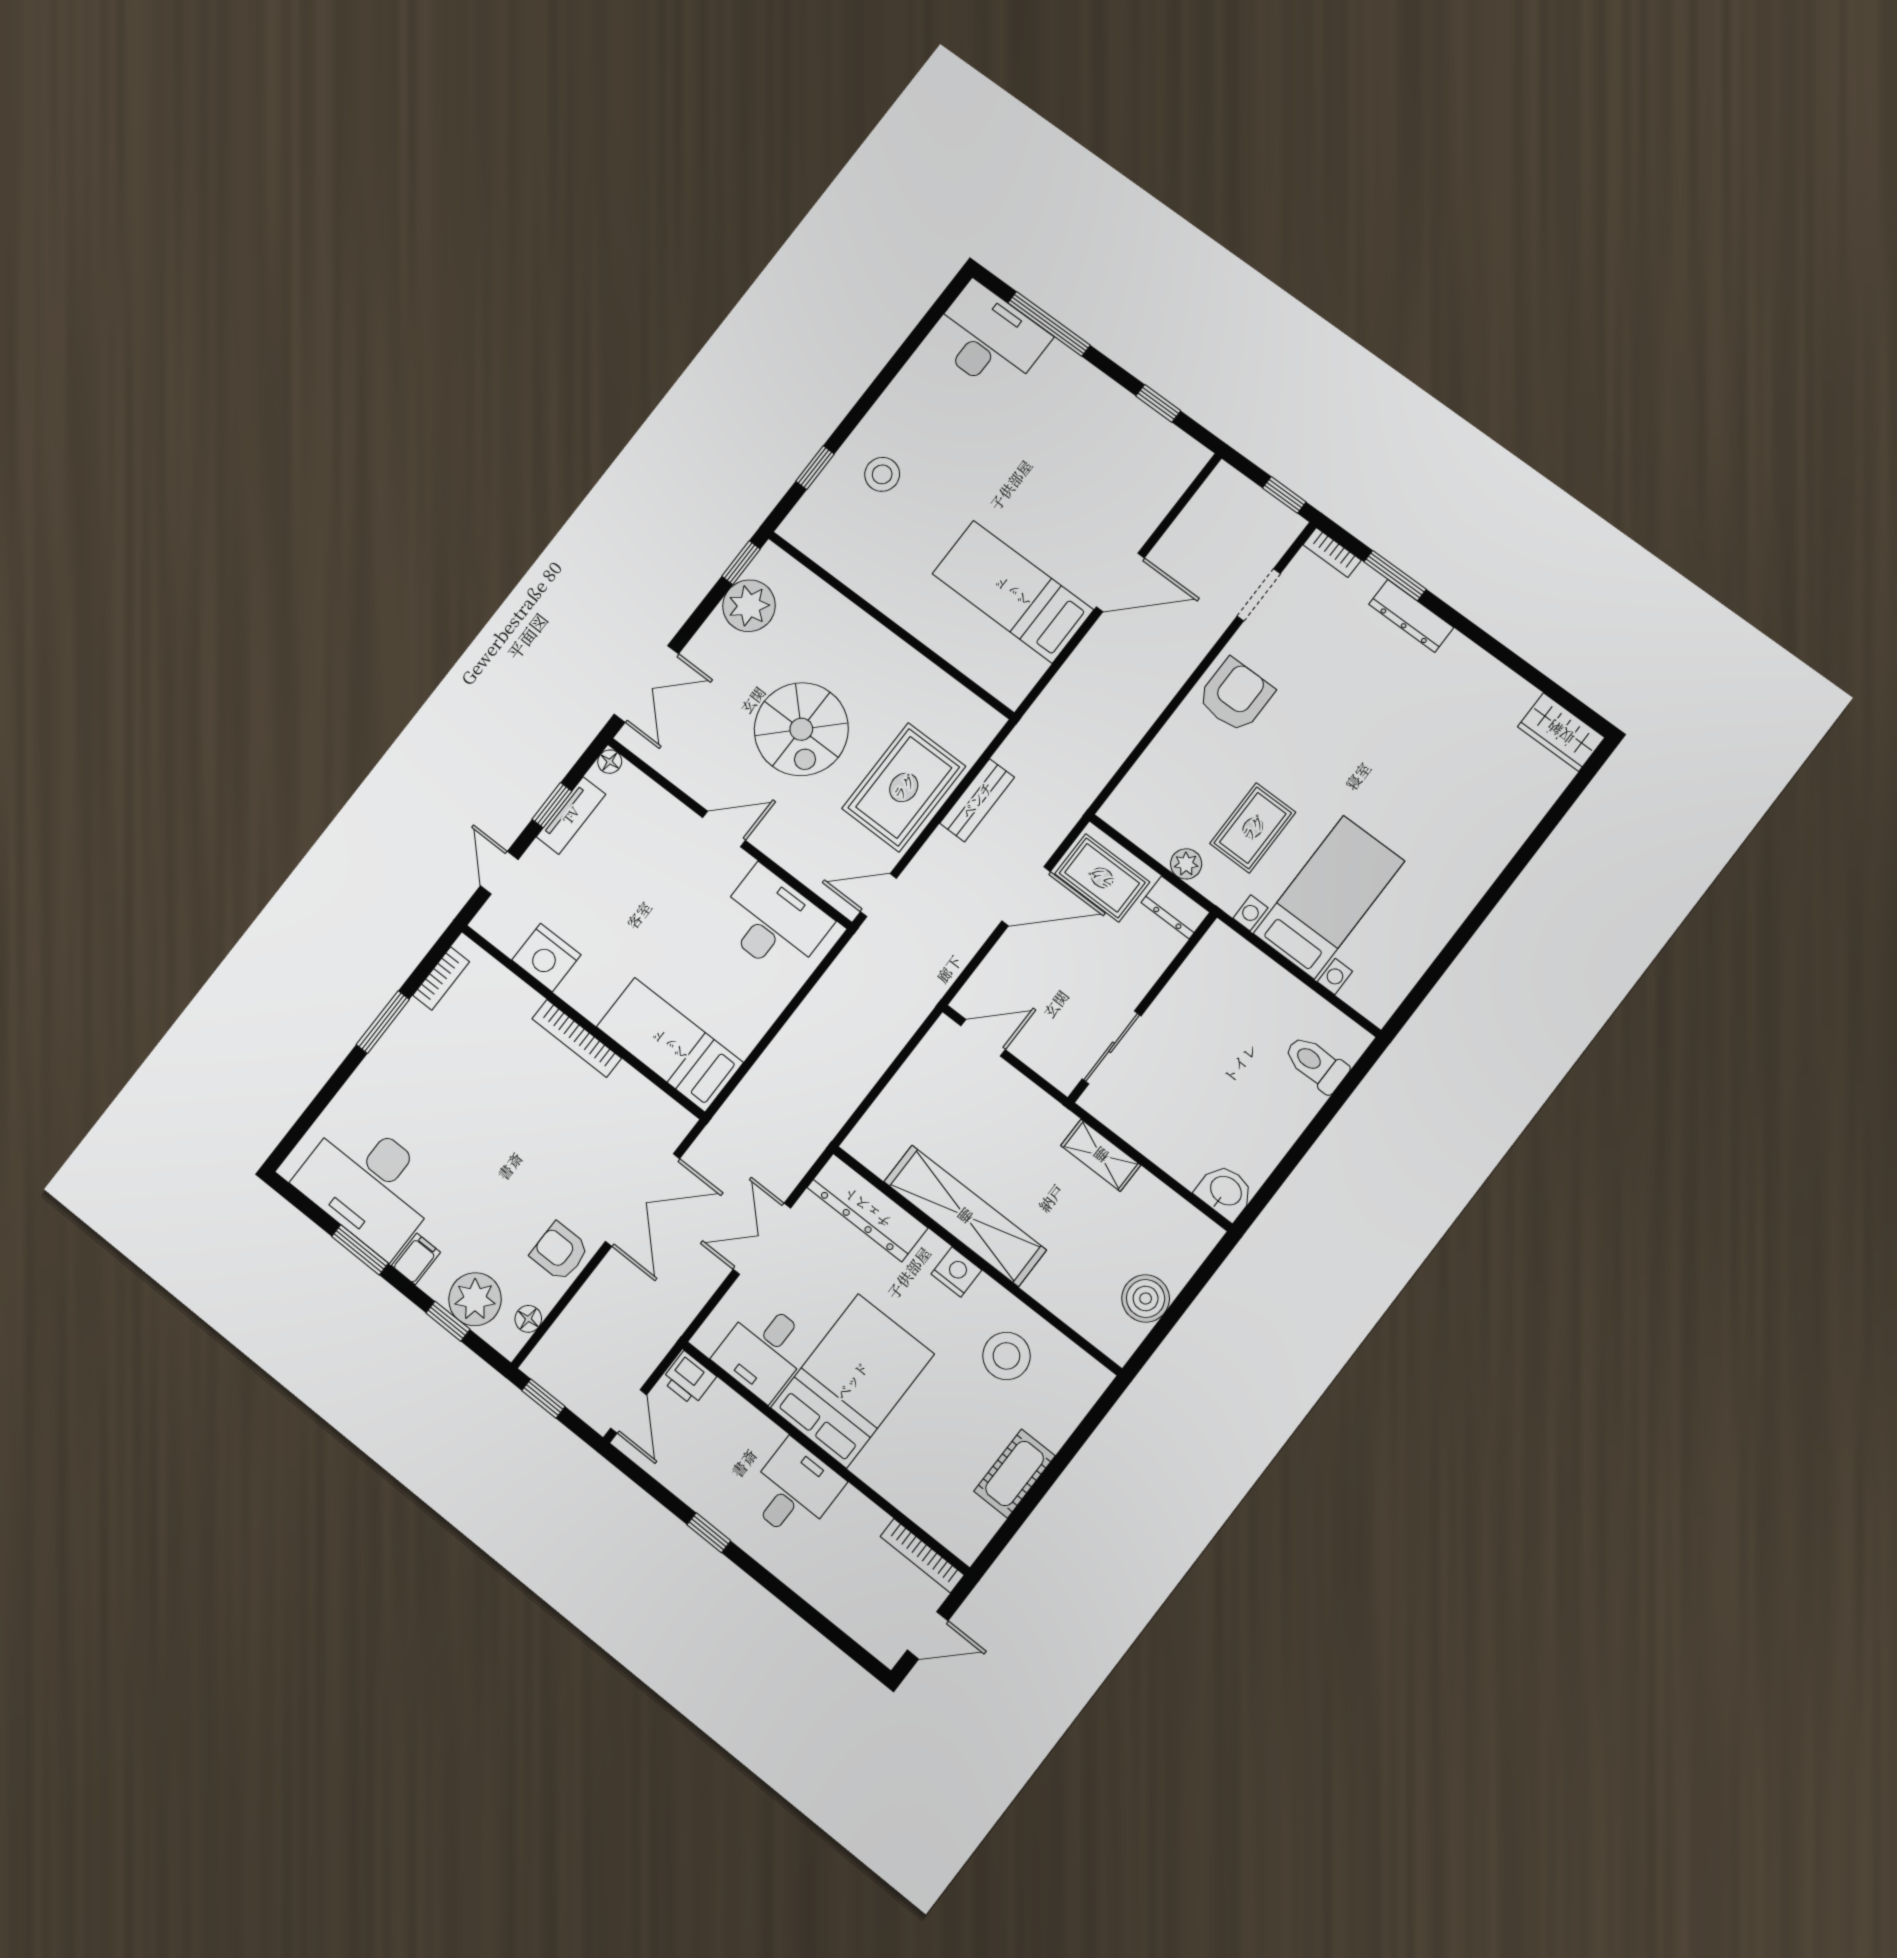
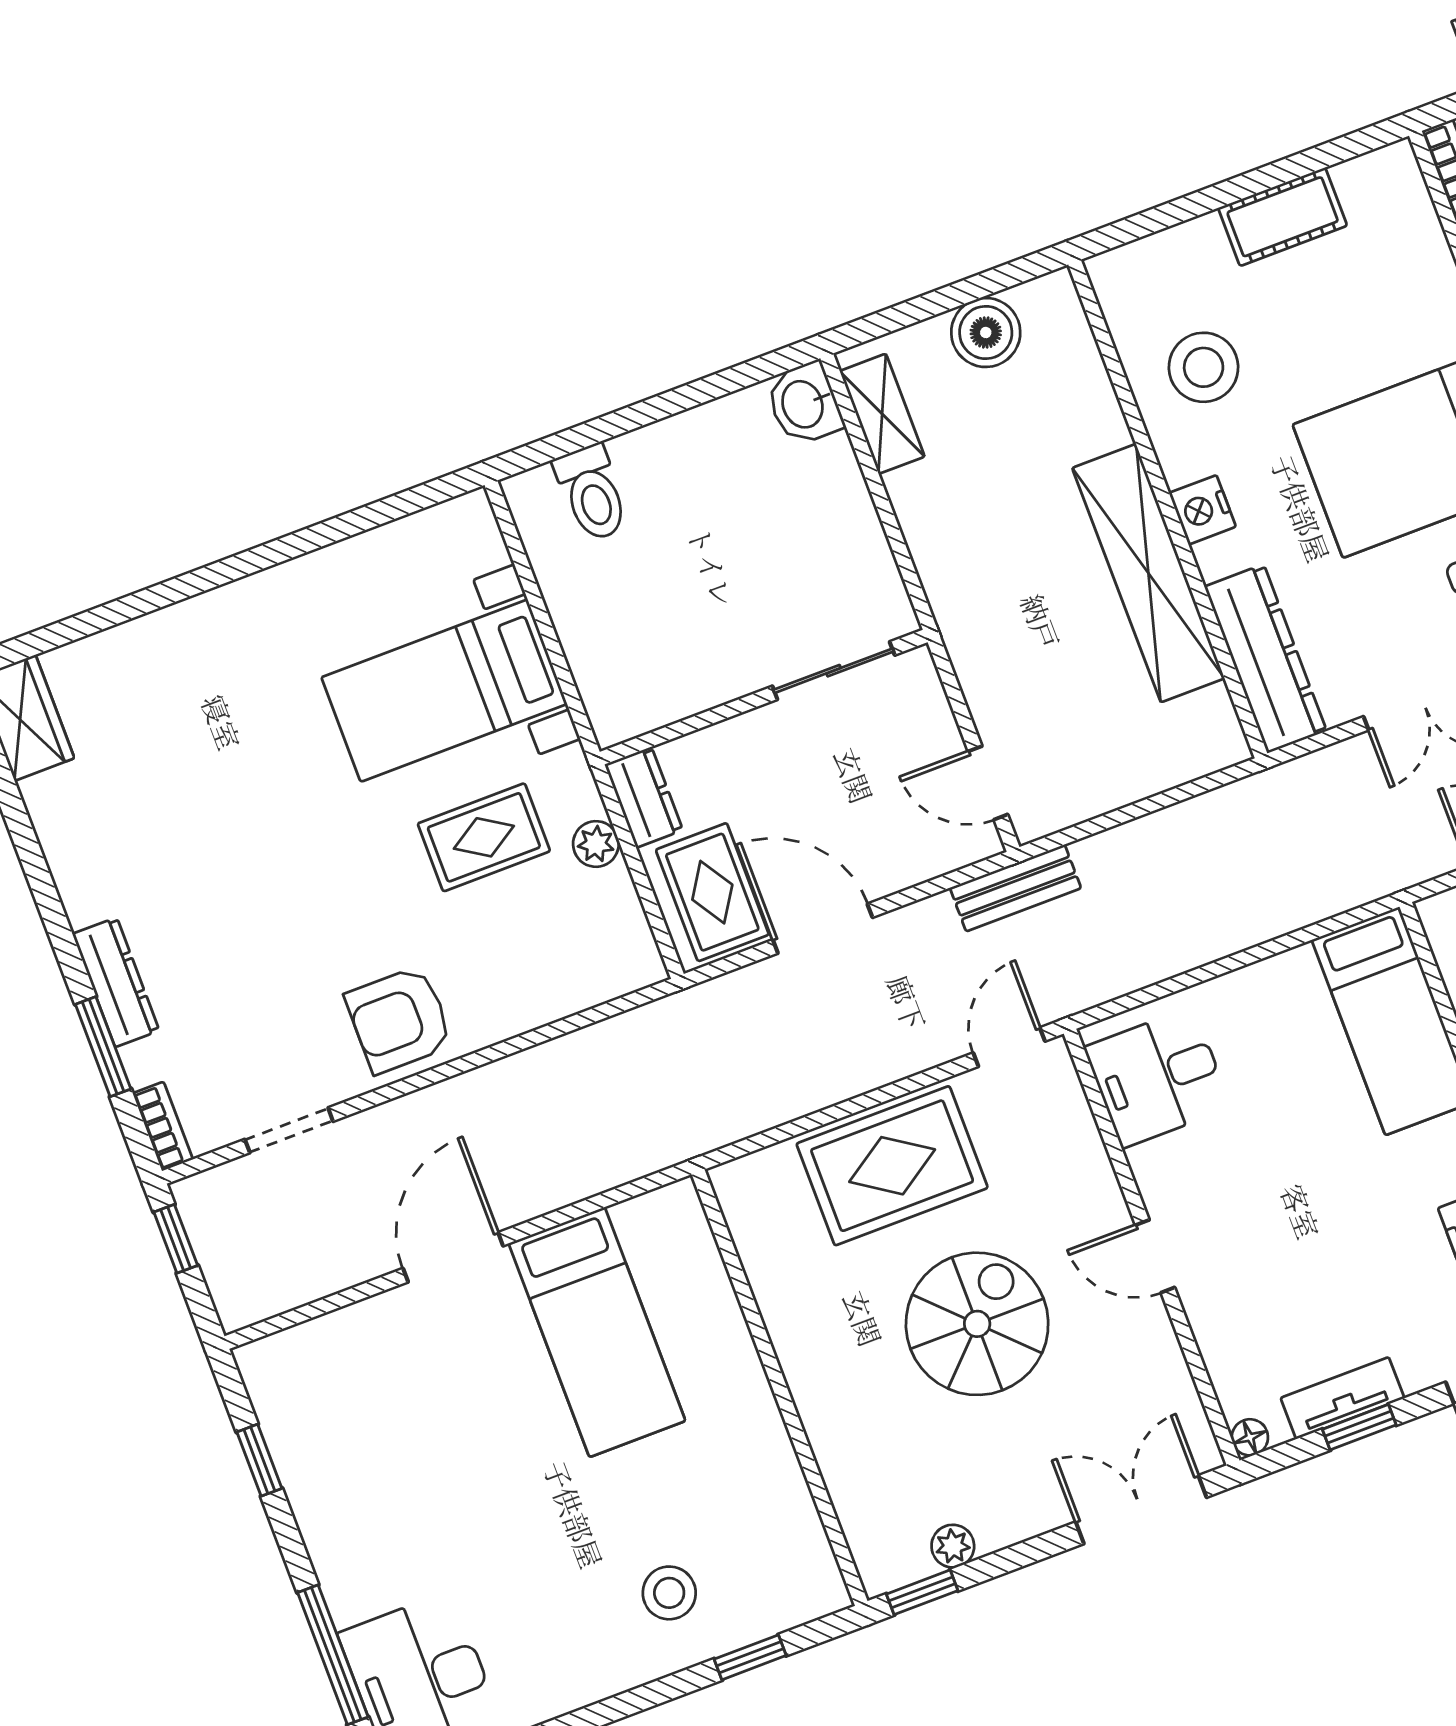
door: (1120, 582) -> (453, 1257), hinge flipped
plant: (749, 606) -> (953, 1546), width x0.53, depth x0.53
bench: (977, 800) -> (1015, 888), moved
door: (878, 895) -> (1009, 1047), swing flipped
desk: (773, 922) -> (1158, 1077), width x0.73
shelving: (1101, 1155) -> (882, 414), moved

